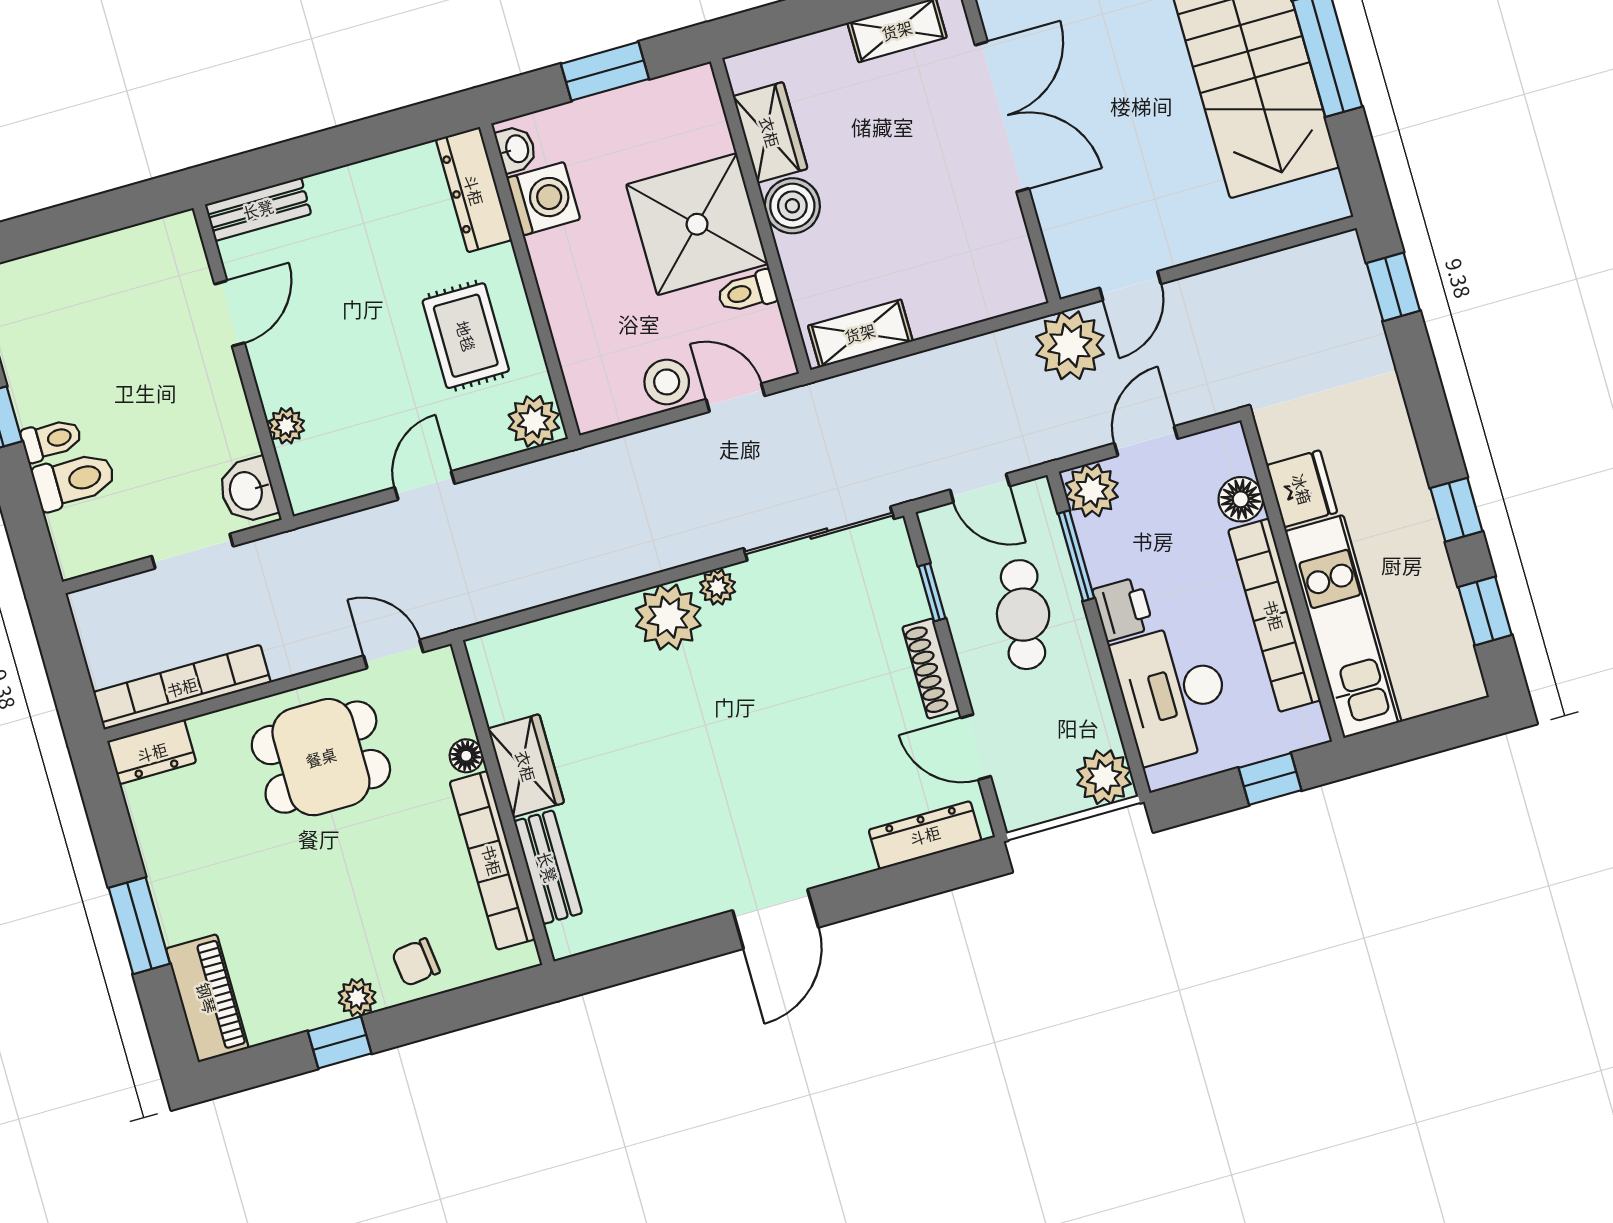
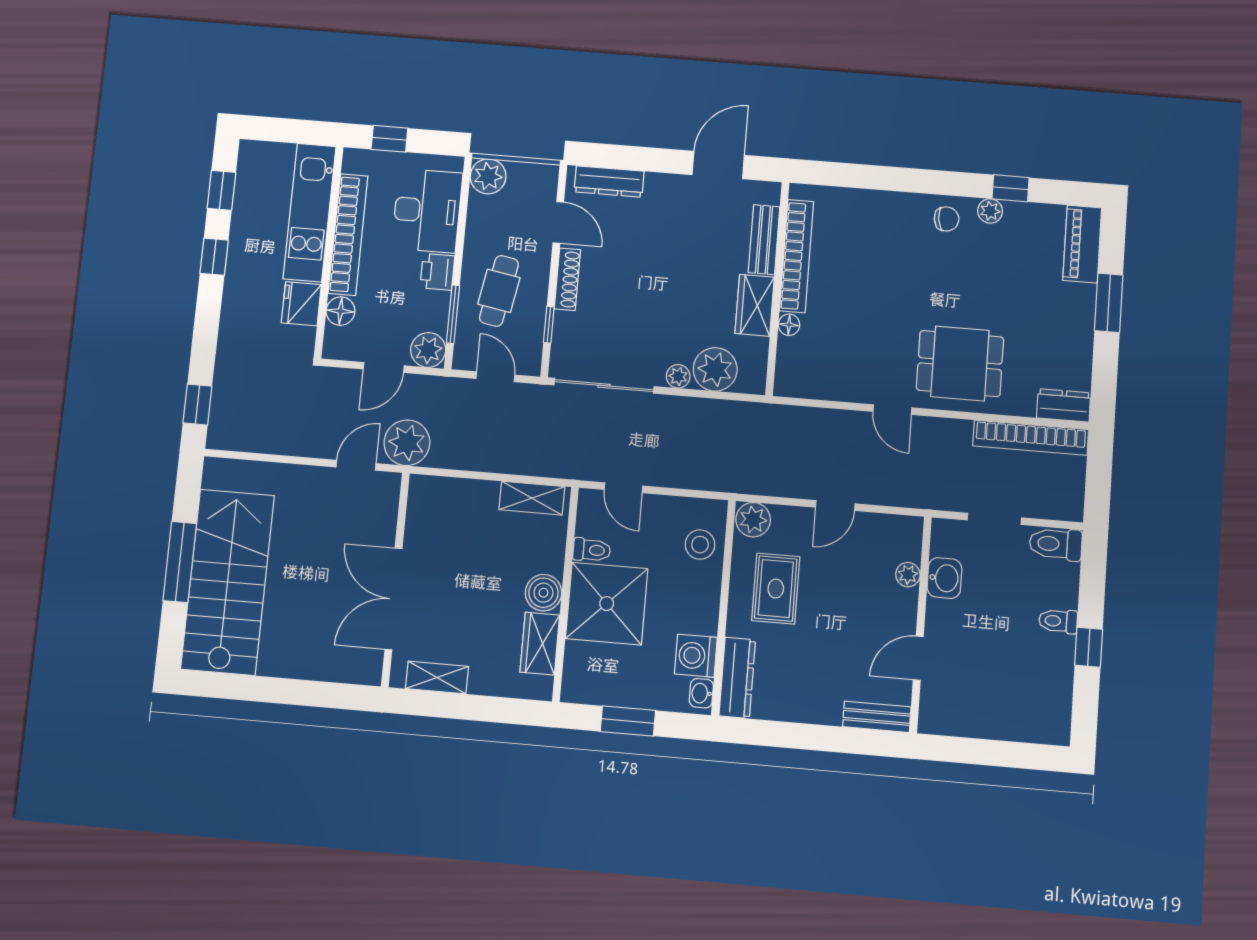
stool: (667, 382) -> (700, 545), moved
toilet: (74, 480) -> (1056, 544), moved
washbasin: (247, 490) -> (944, 578), moved
floor lamp: (466, 756) -> (789, 325), moved
wardrobe: (526, 766) -> (755, 305), moved
wall: (503, 803) -> (777, 288), moved
bookcase: (492, 860) -> (796, 256), moved
bench: (548, 867) -> (764, 240), moved

